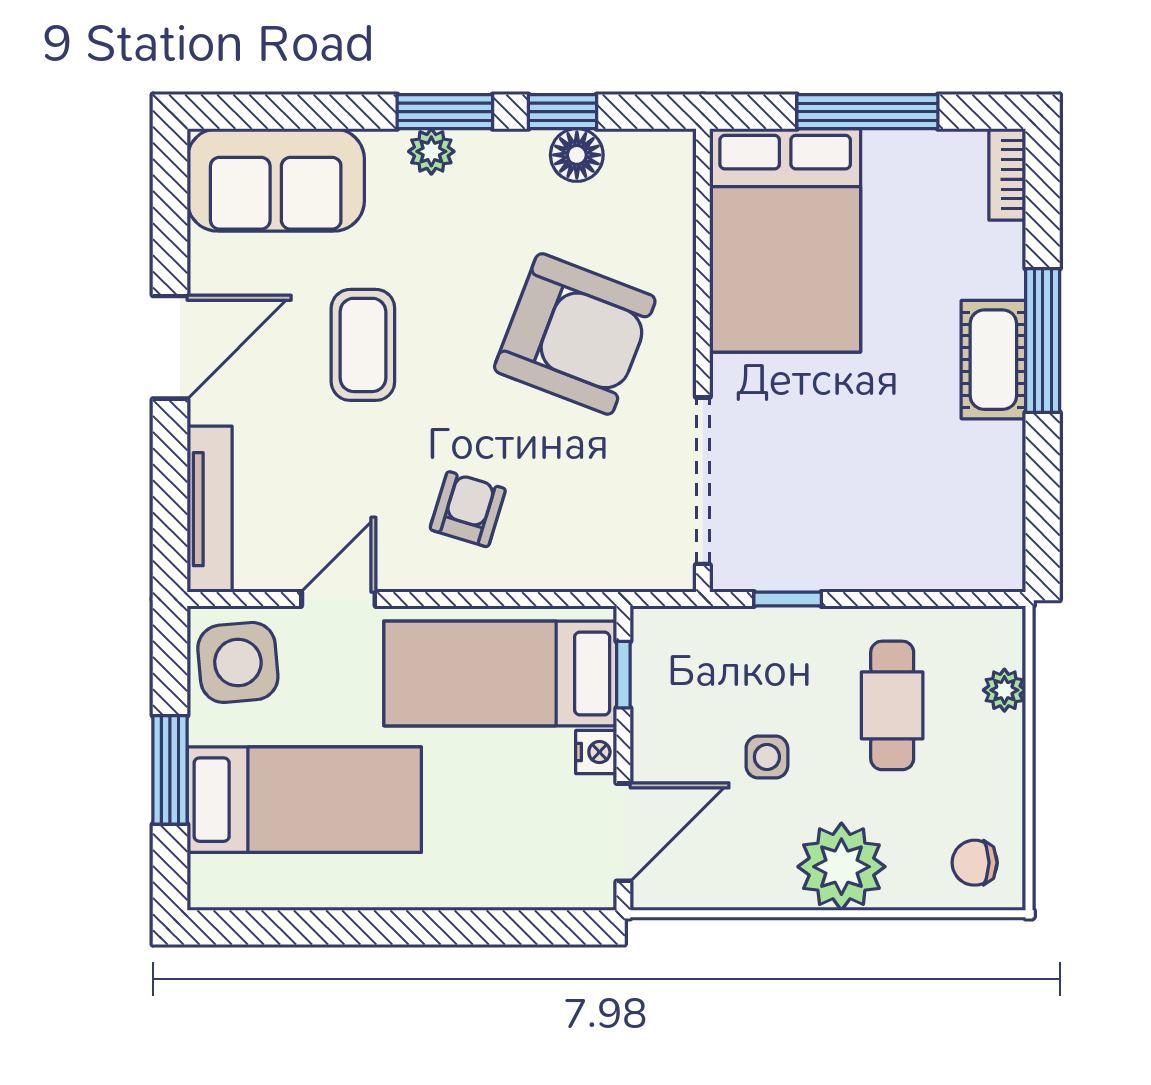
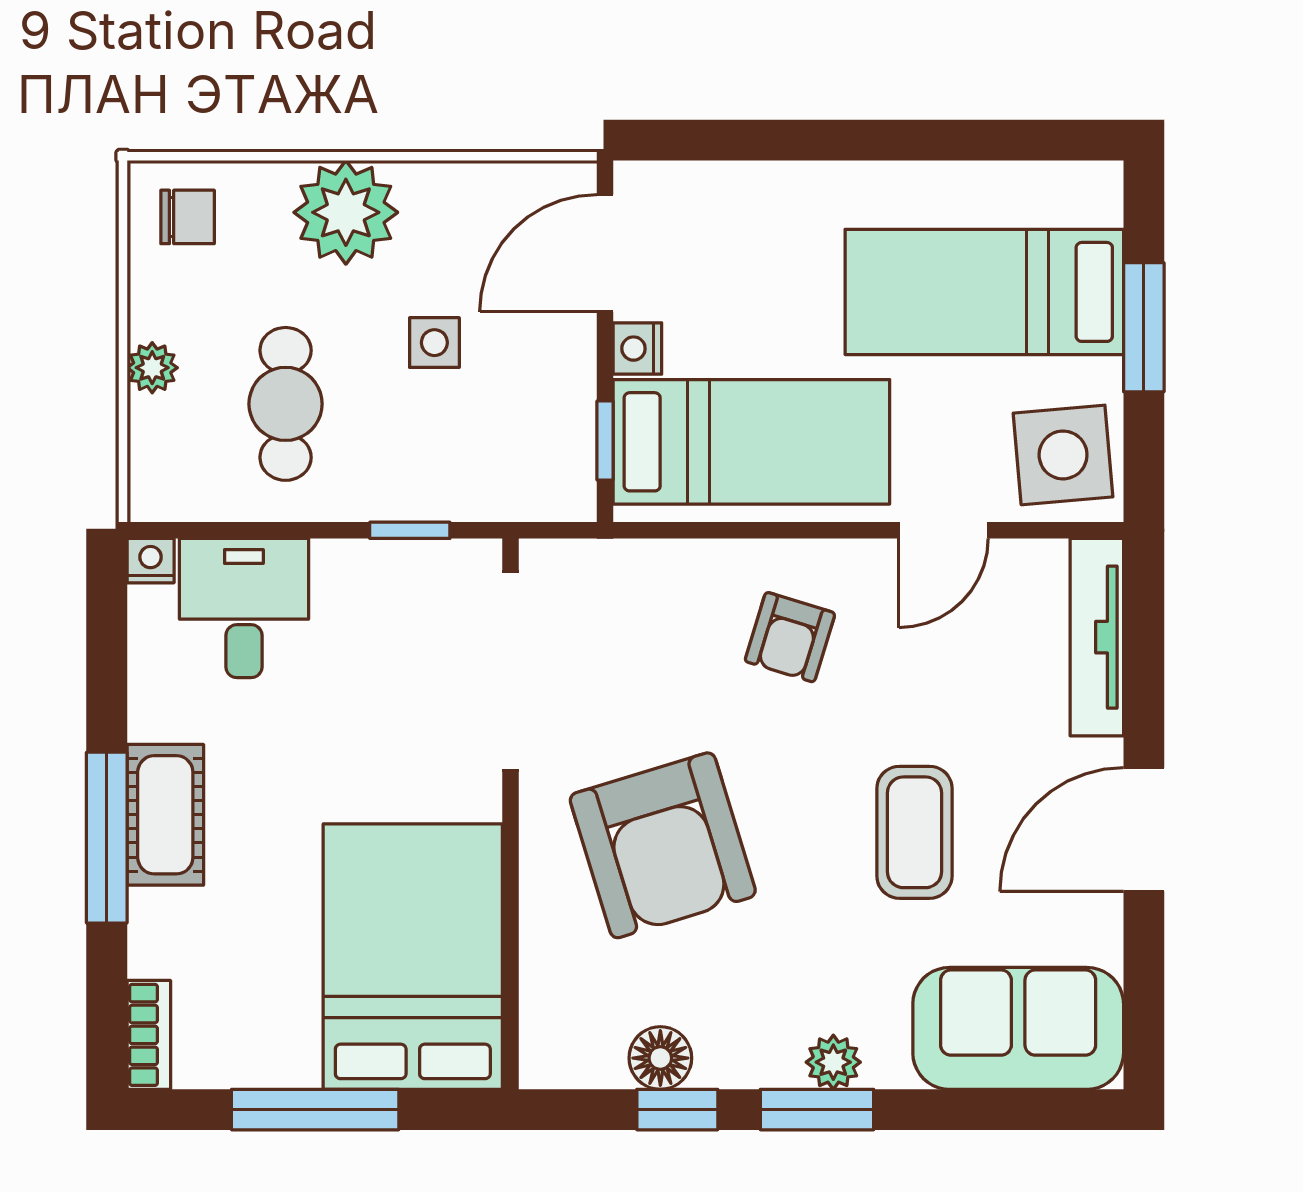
armchair: (575, 334) -> (663, 845), turned -128
desk: (927, 534) -> (244, 608), added
nightstand: (1006, 574) -> (151, 561), added
plant: (1004, 690) -> (152, 368), moved

